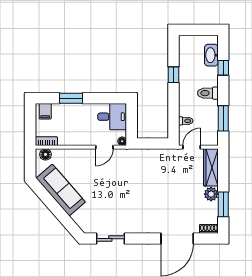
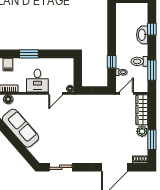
washbasin: (211, 55) -> (142, 35), moved
window: (173, 75) -> (112, 62), moved
toilet: (208, 93) -> (139, 61), moved
desk: (112, 117) -> (37, 81), moved, turned 90

